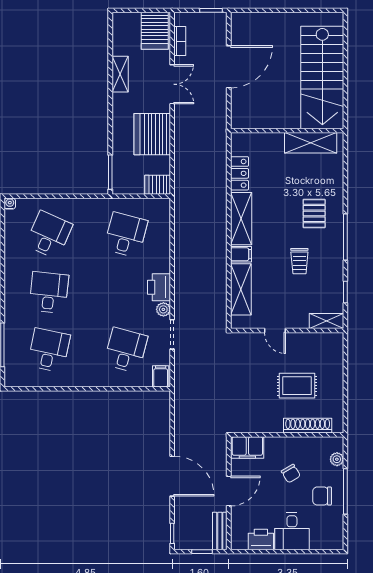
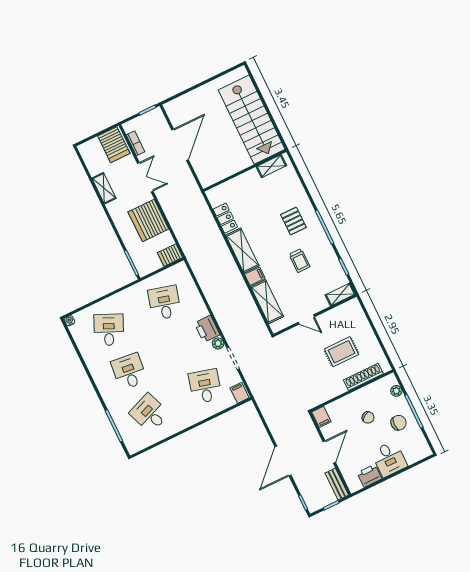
shelving: (311, 143) -> (271, 166), width x0.67, depth x0.75
desk: (49, 350) -> (149, 413), turned -33
filing cabinet: (247, 448) -> (321, 417), width x0.50
door: (172, 476) -> (283, 461), swing flipped
chair: (322, 496) -> (399, 423), turned 180

